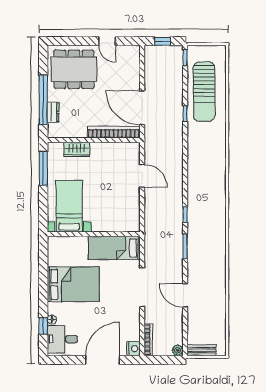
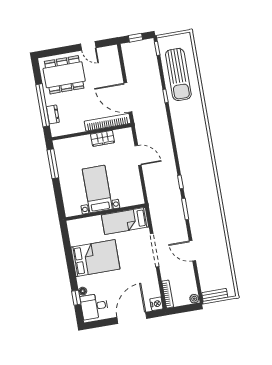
wardrobe: (77, 149) -> (103, 138), moved
bed with nightstands: (69, 206) -> (97, 189), moved

